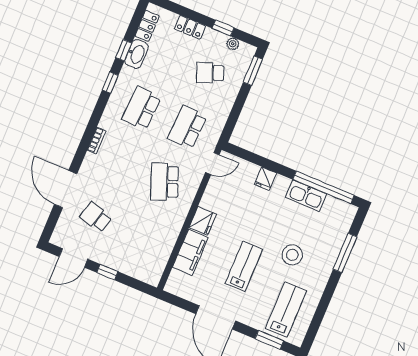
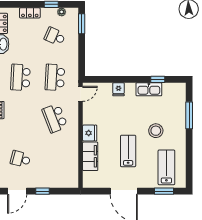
school desk: (210, 73) -> (55, 36), turned 45
window: (323, 187) -> (158, 79), width x0.32

